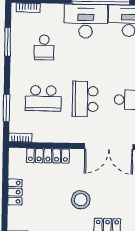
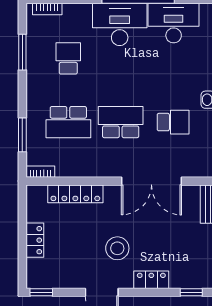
school desk: (44, 47) -> (68, 58), turned 180
school desk: (85, 99) -> (121, 122), turned 90

